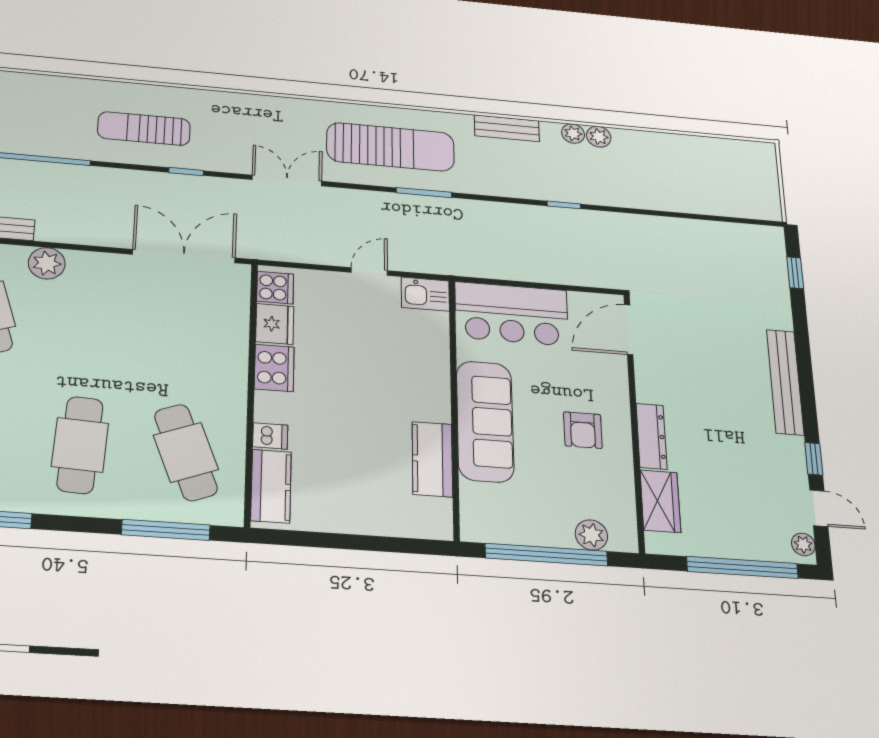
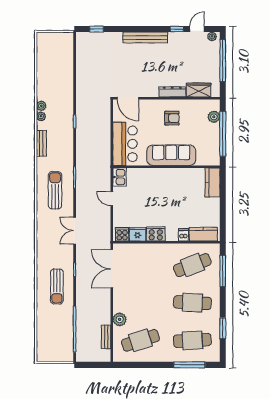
sun lounger: (391, 147) -> (55, 190), width x0.73, depth x0.75
kitchen counter: (432, 459) -> (213, 183), moved, turned 90

